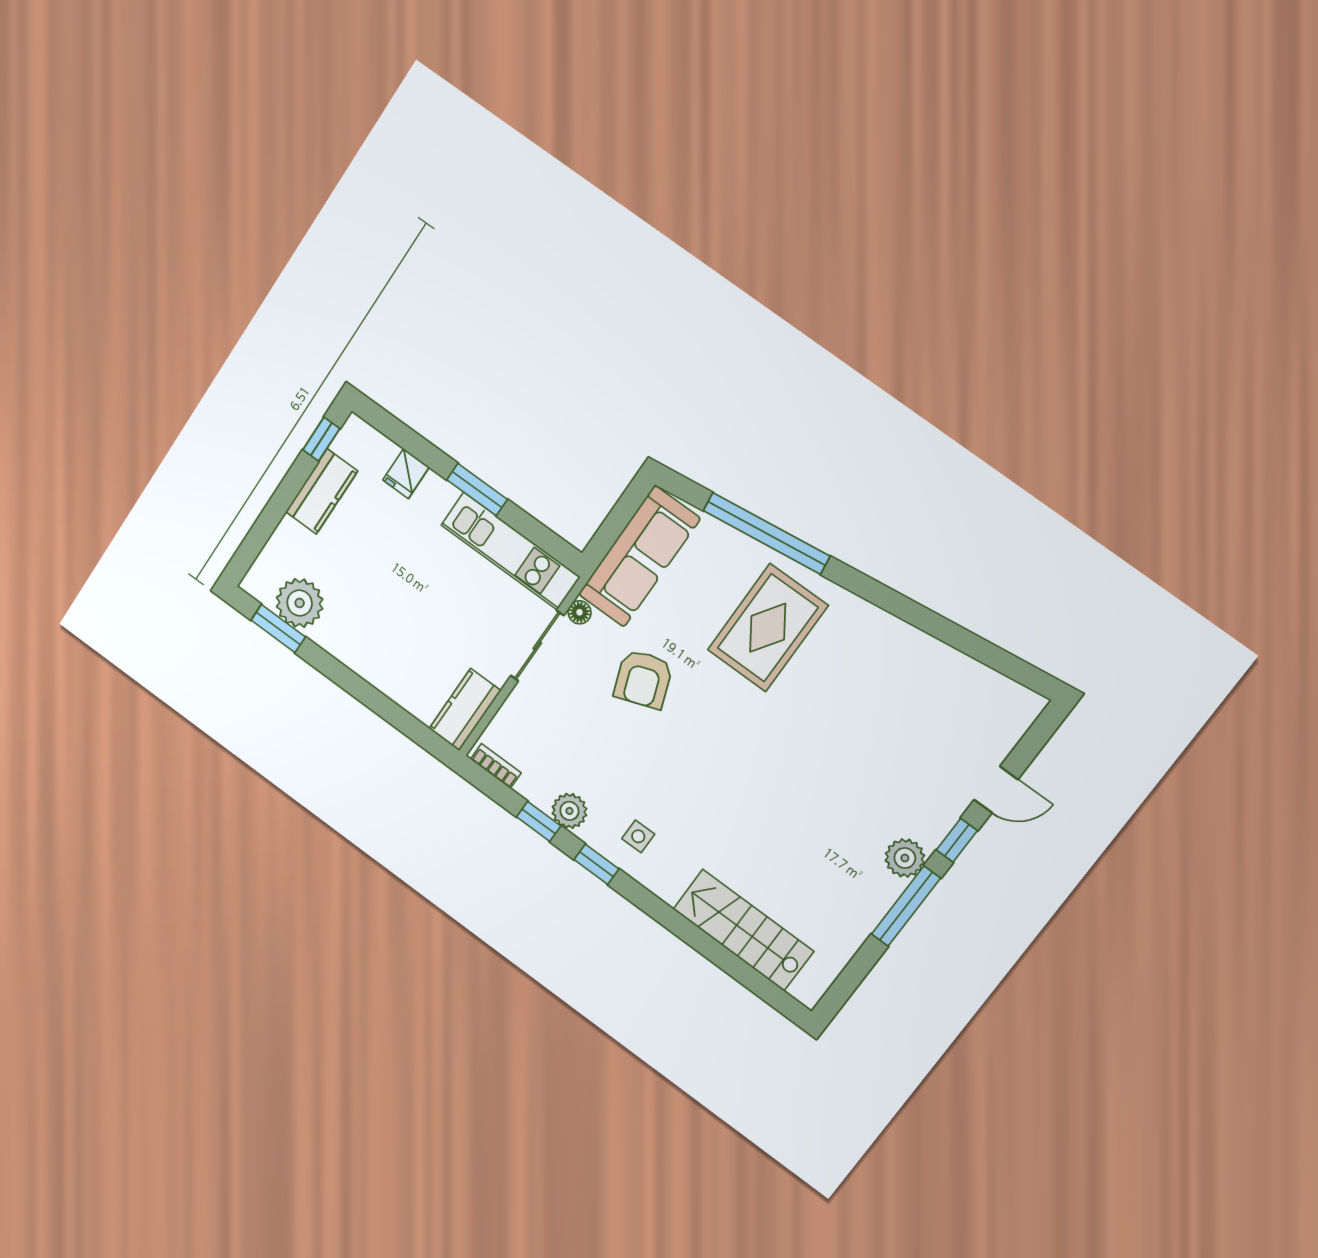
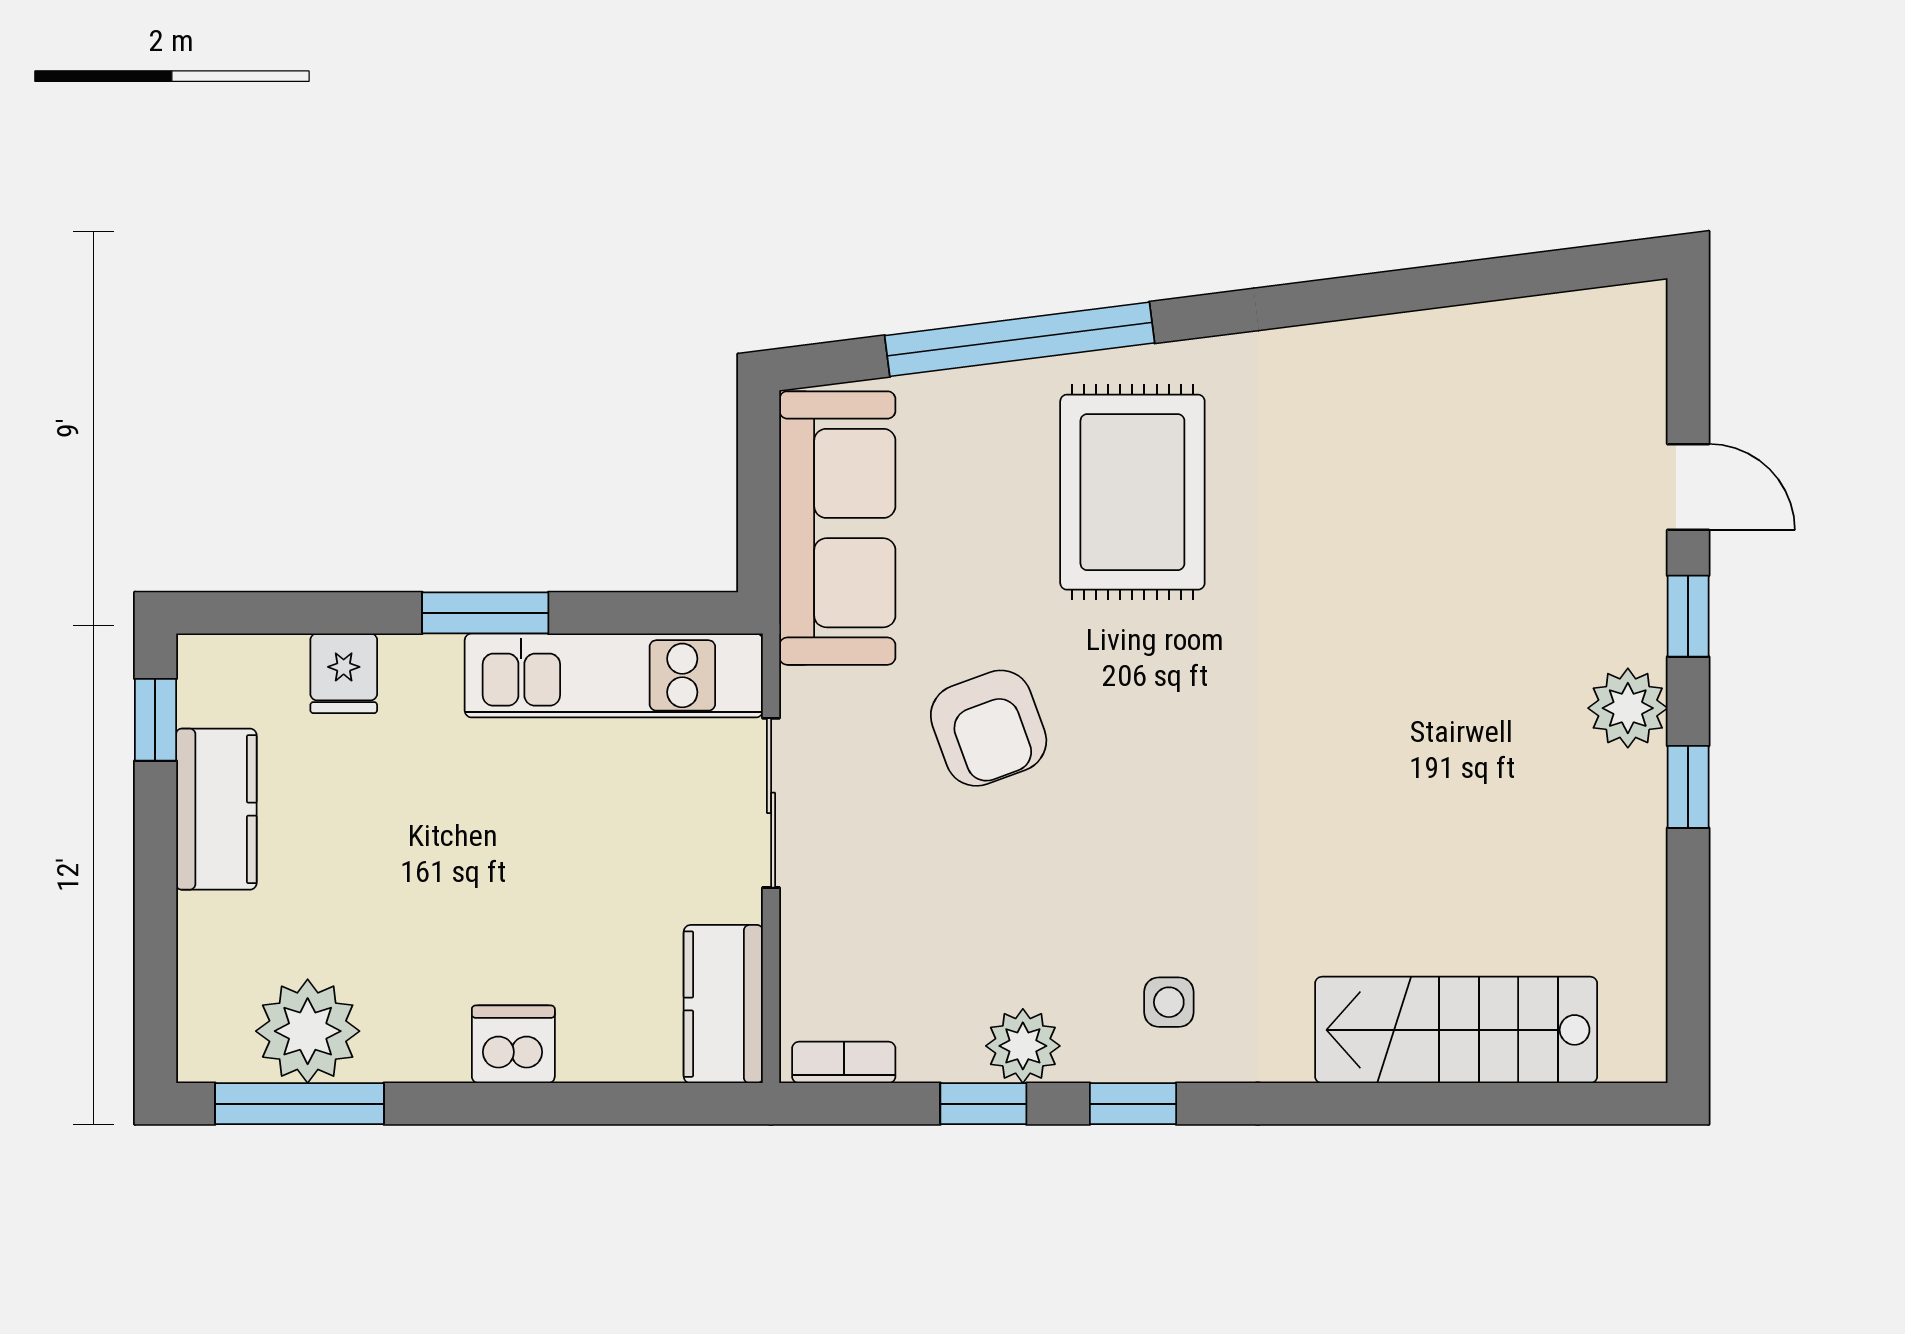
floor lamp: (580, 612) -> (803, 694), removed
window: (278, 628) -> (299, 1104), width x1.44
dishwasher: (374, 666) -> (513, 1044), added
door: (996, 790) -> (1688, 487), hinge flipped
window: (906, 906) -> (1688, 787), width x0.46

